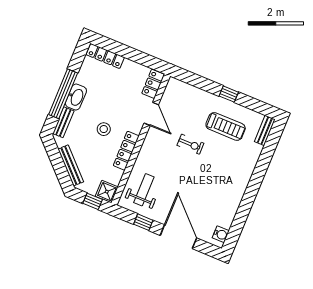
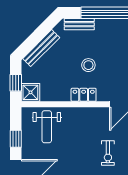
washbasin: (76, 97) -> (108, 26), removed
locker: (126, 151) -> (84, 95), width x0.66
weight bench: (144, 190) -> (47, 127), turned 90

